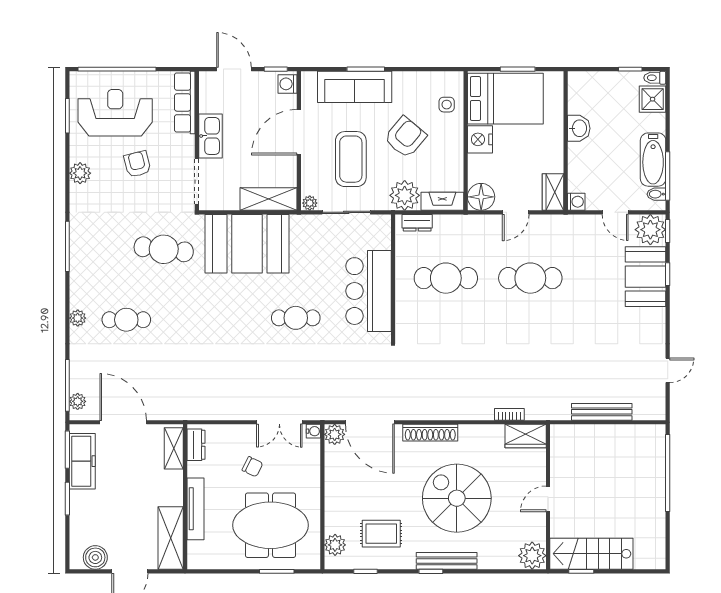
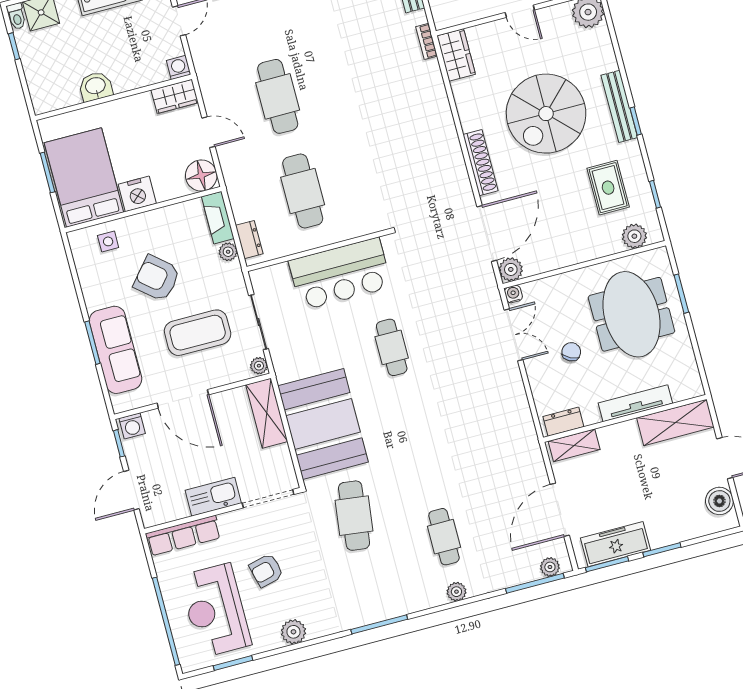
plant: (405, 195) -> (228, 252), width x0.53, depth x0.53
bookcase: (509, 414) -> (427, 41), moved

